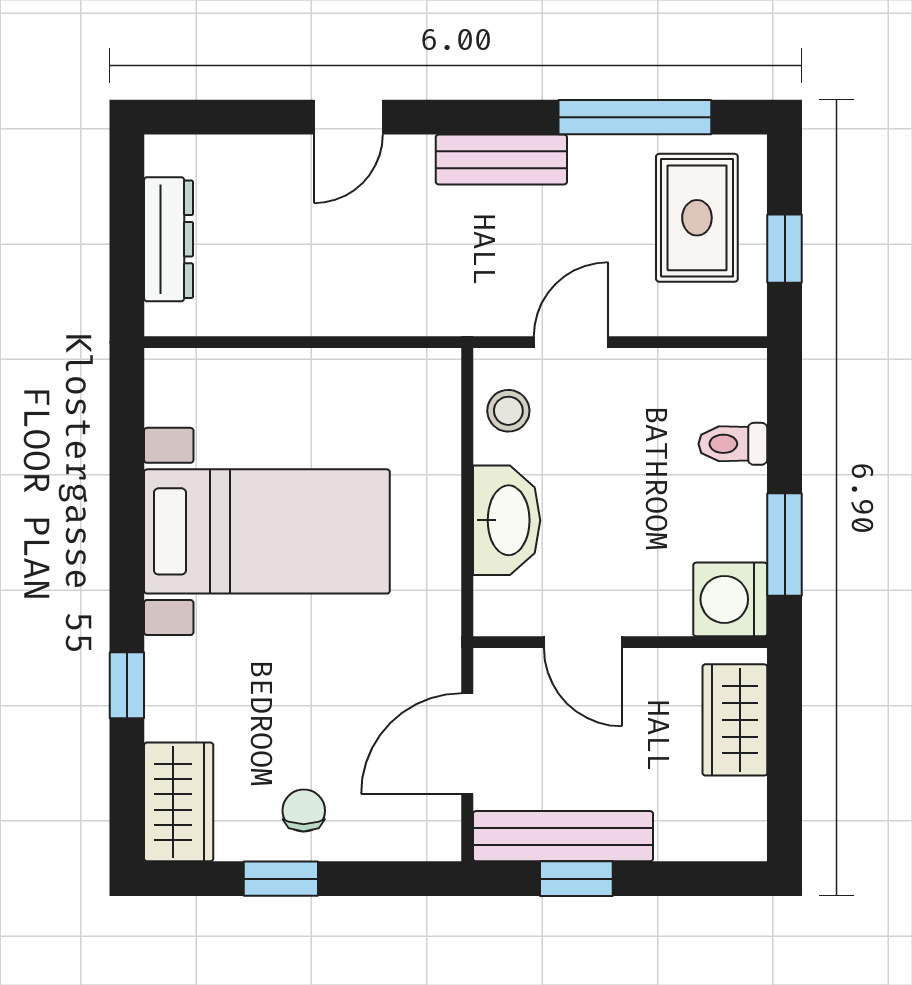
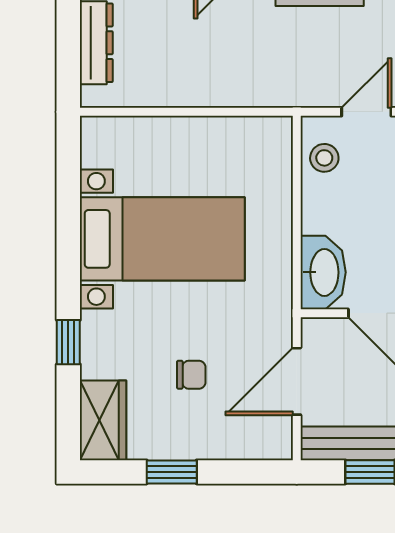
washbasin: (507, 520) -> (323, 272), moved
chair: (304, 811) -> (191, 375), moved, turned 90

